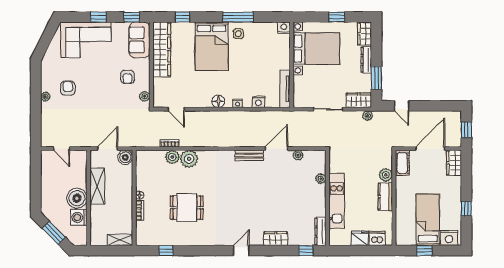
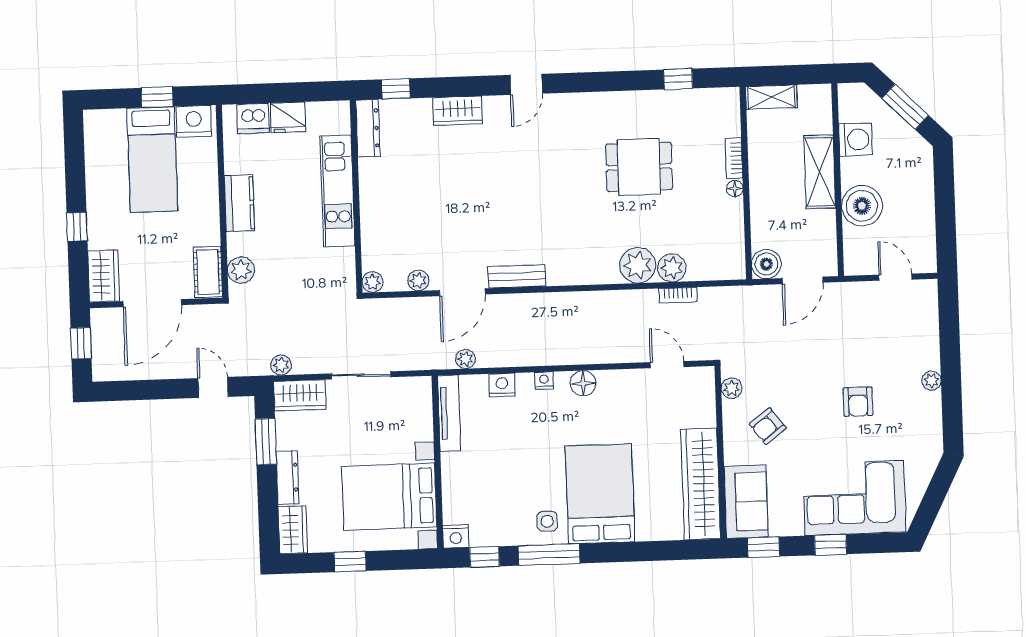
window: (182, 17) -> (485, 557), moved
armchair: (127, 77) -> (768, 426), turned -126
armchair: (68, 88) -> (858, 402), moved
plant: (276, 115) -> (465, 359), added
plant: (386, 175) -> (241, 270), moved
plant: (321, 179) -> (373, 282), moved
shelving: (97, 186) -> (820, 172), moved
boiler: (77, 198) -> (862, 206), moved
window: (466, 209) -> (77, 227), moved
nightstand: (449, 238) -> (194, 121), moved

